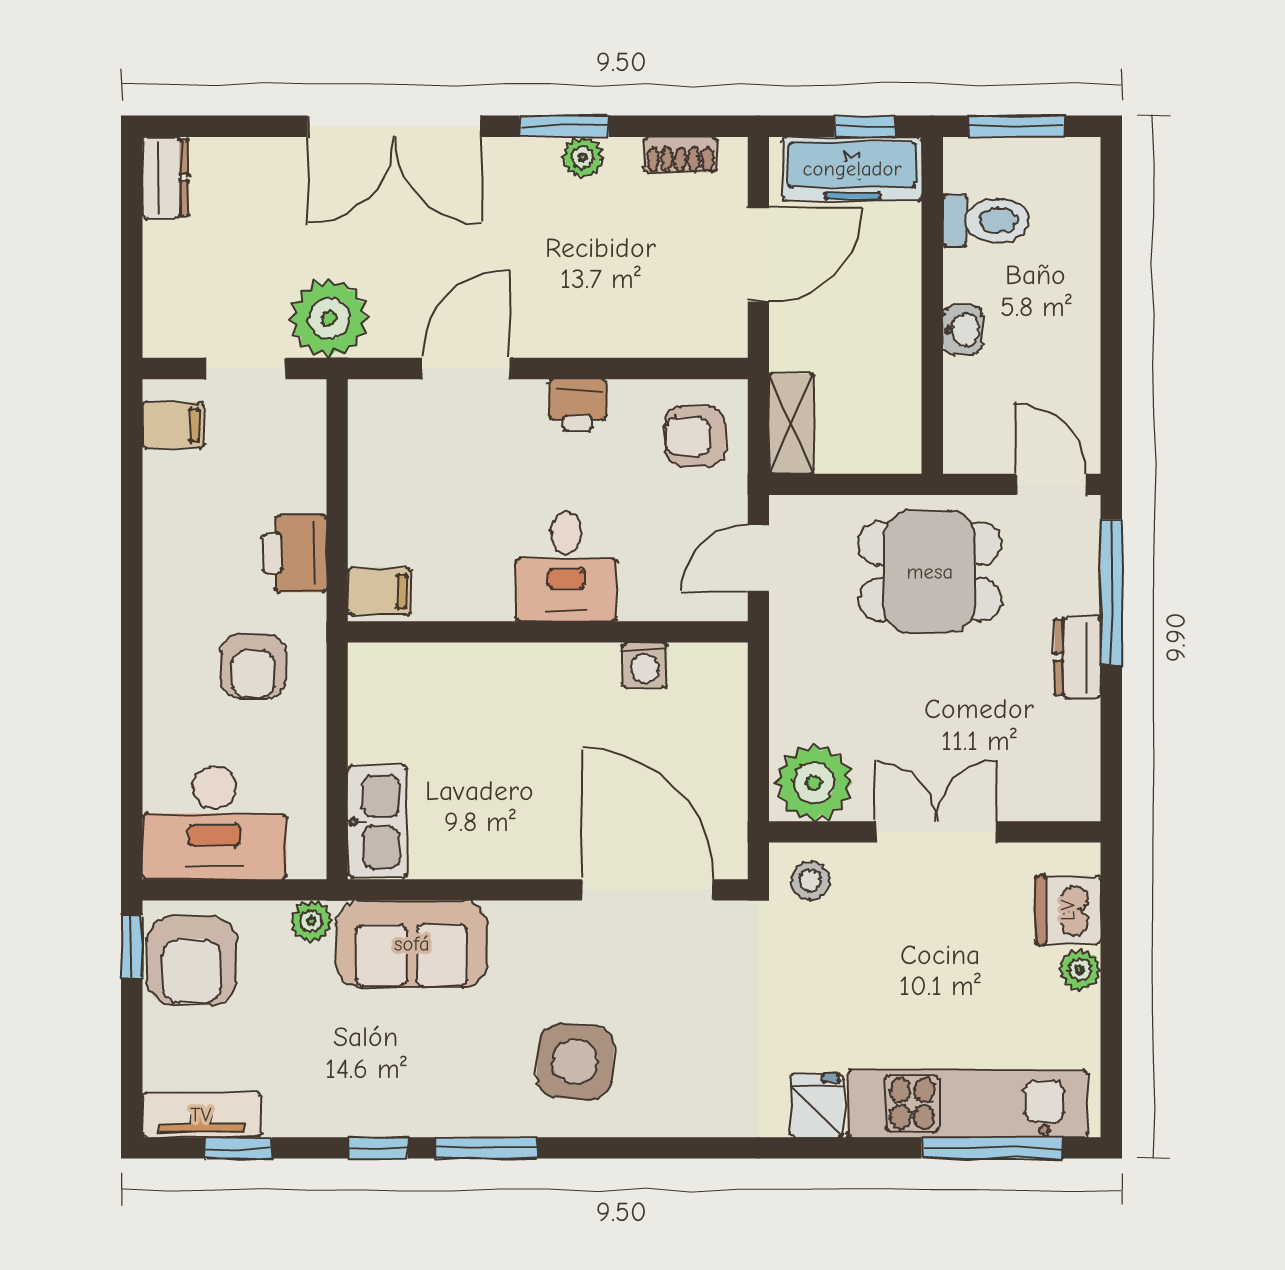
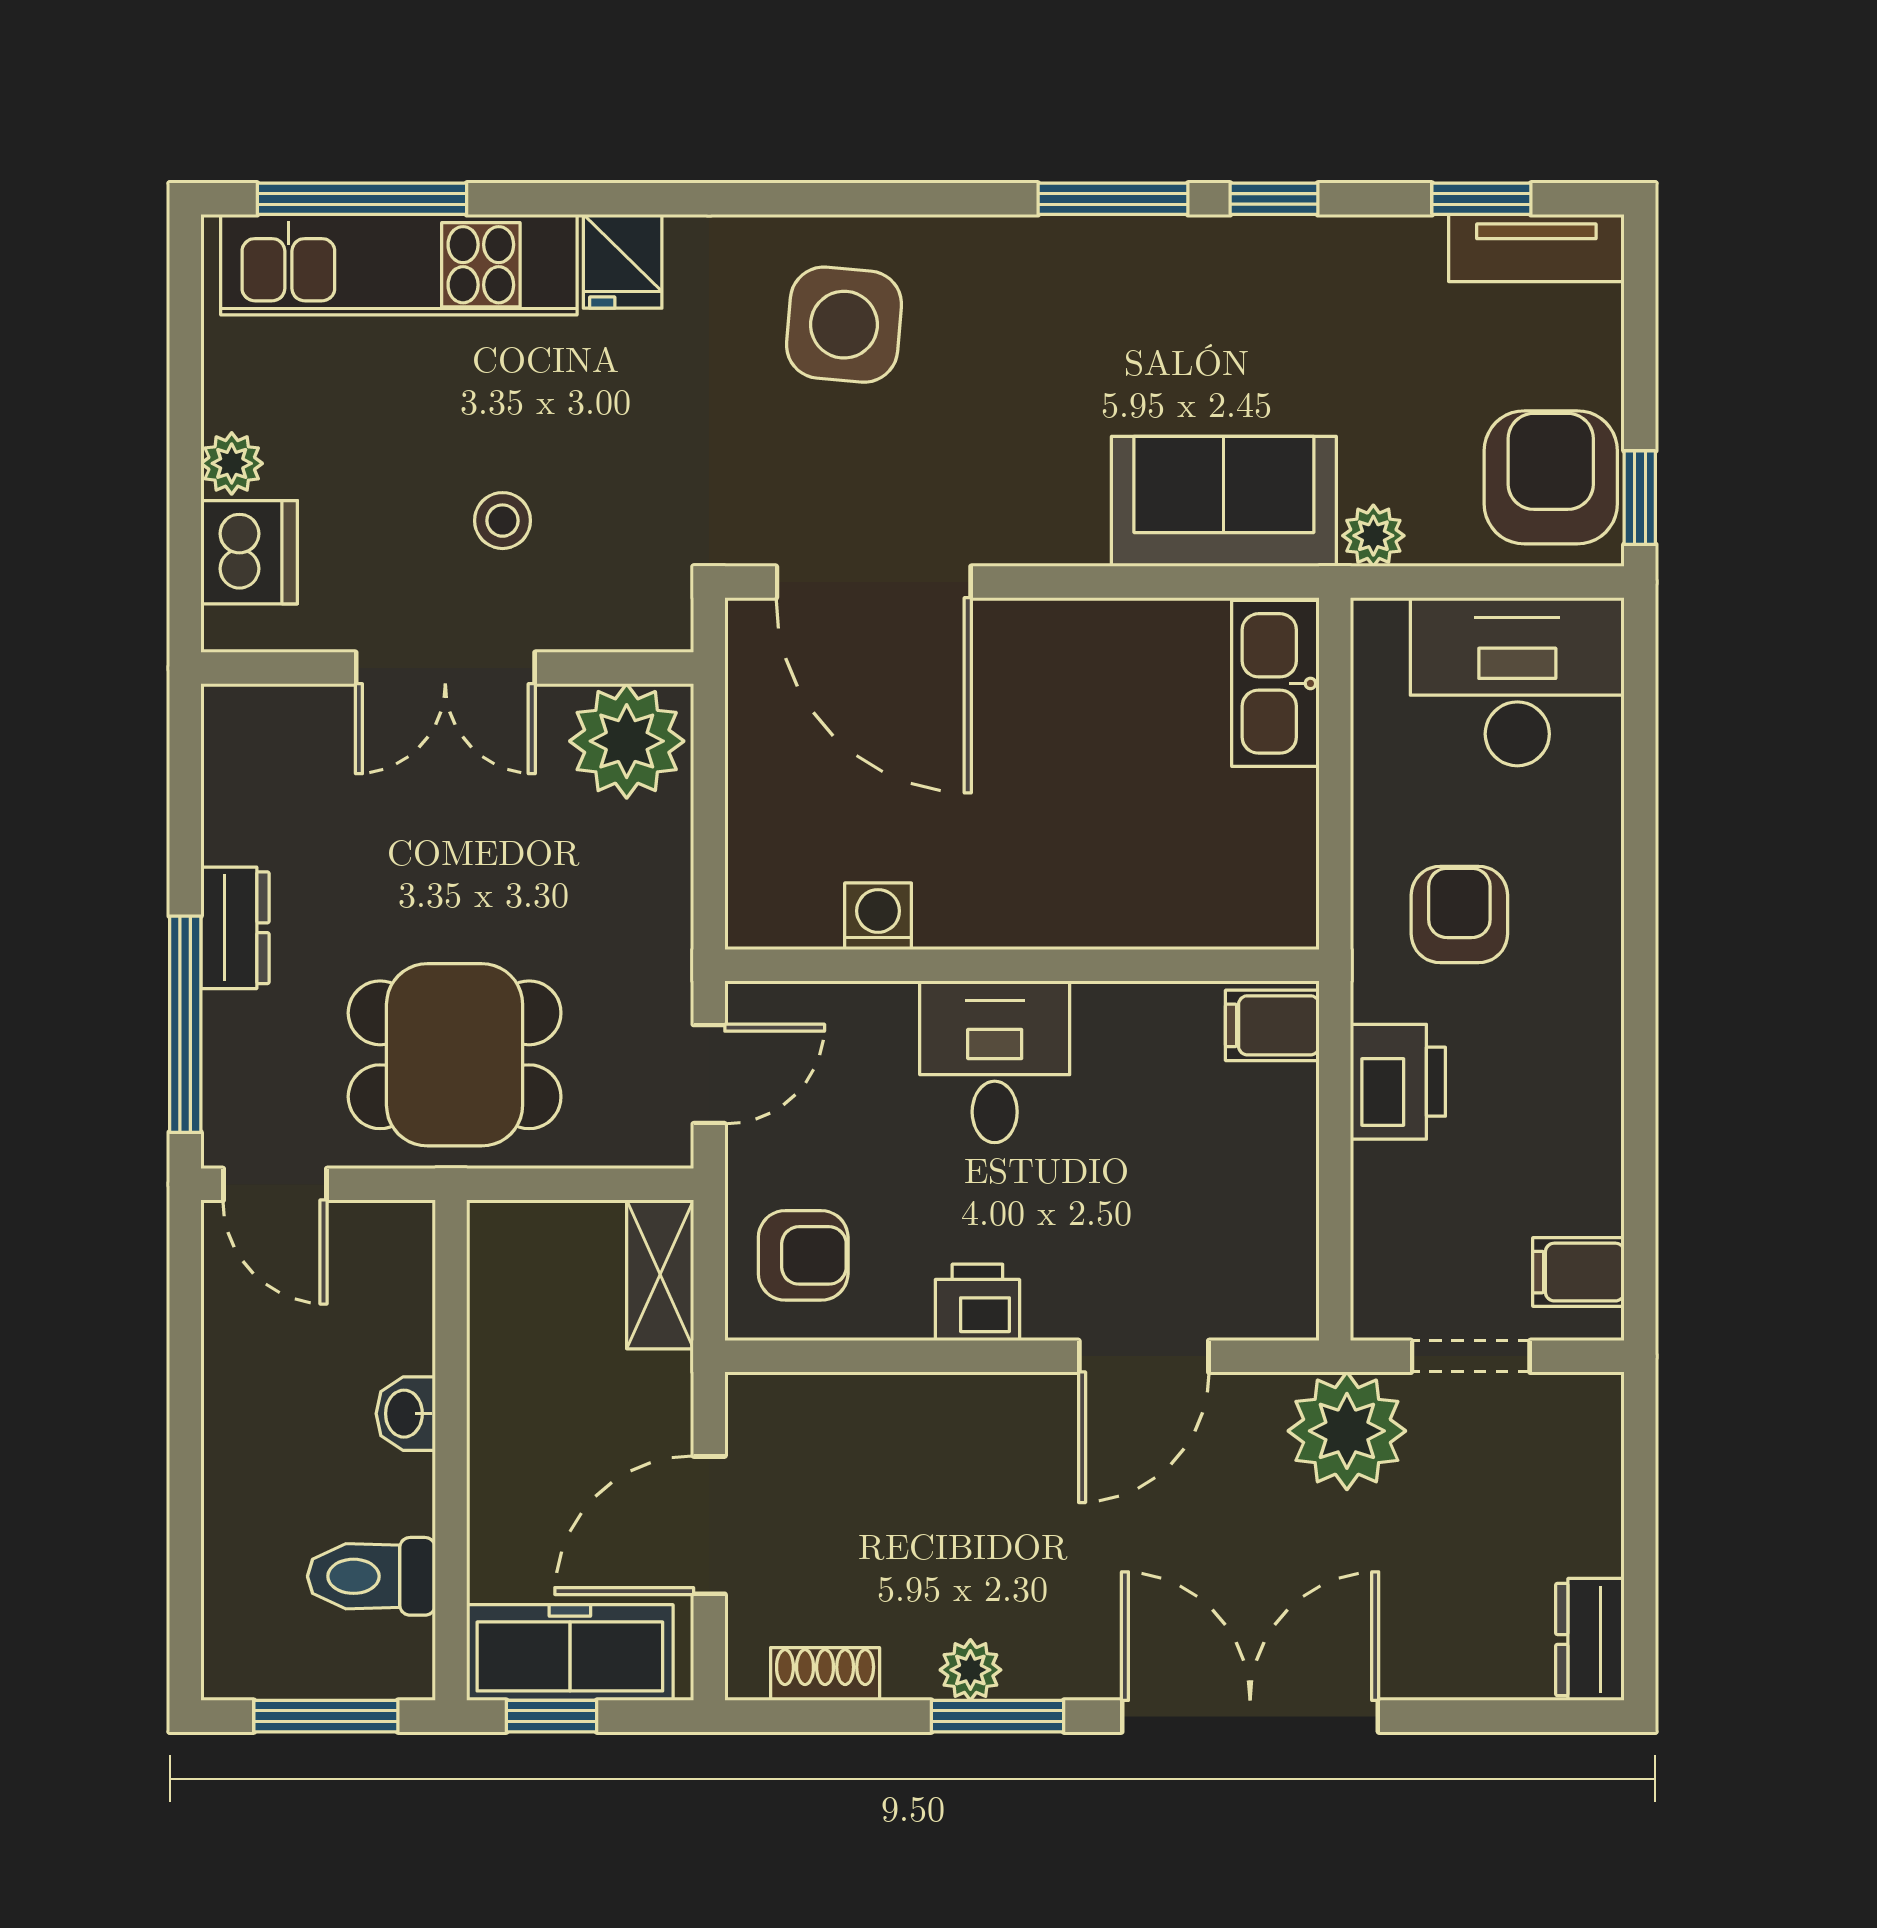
stool: (810, 881) -> (502, 521), moved
side table: (575, 1062) -> (844, 325), moved

